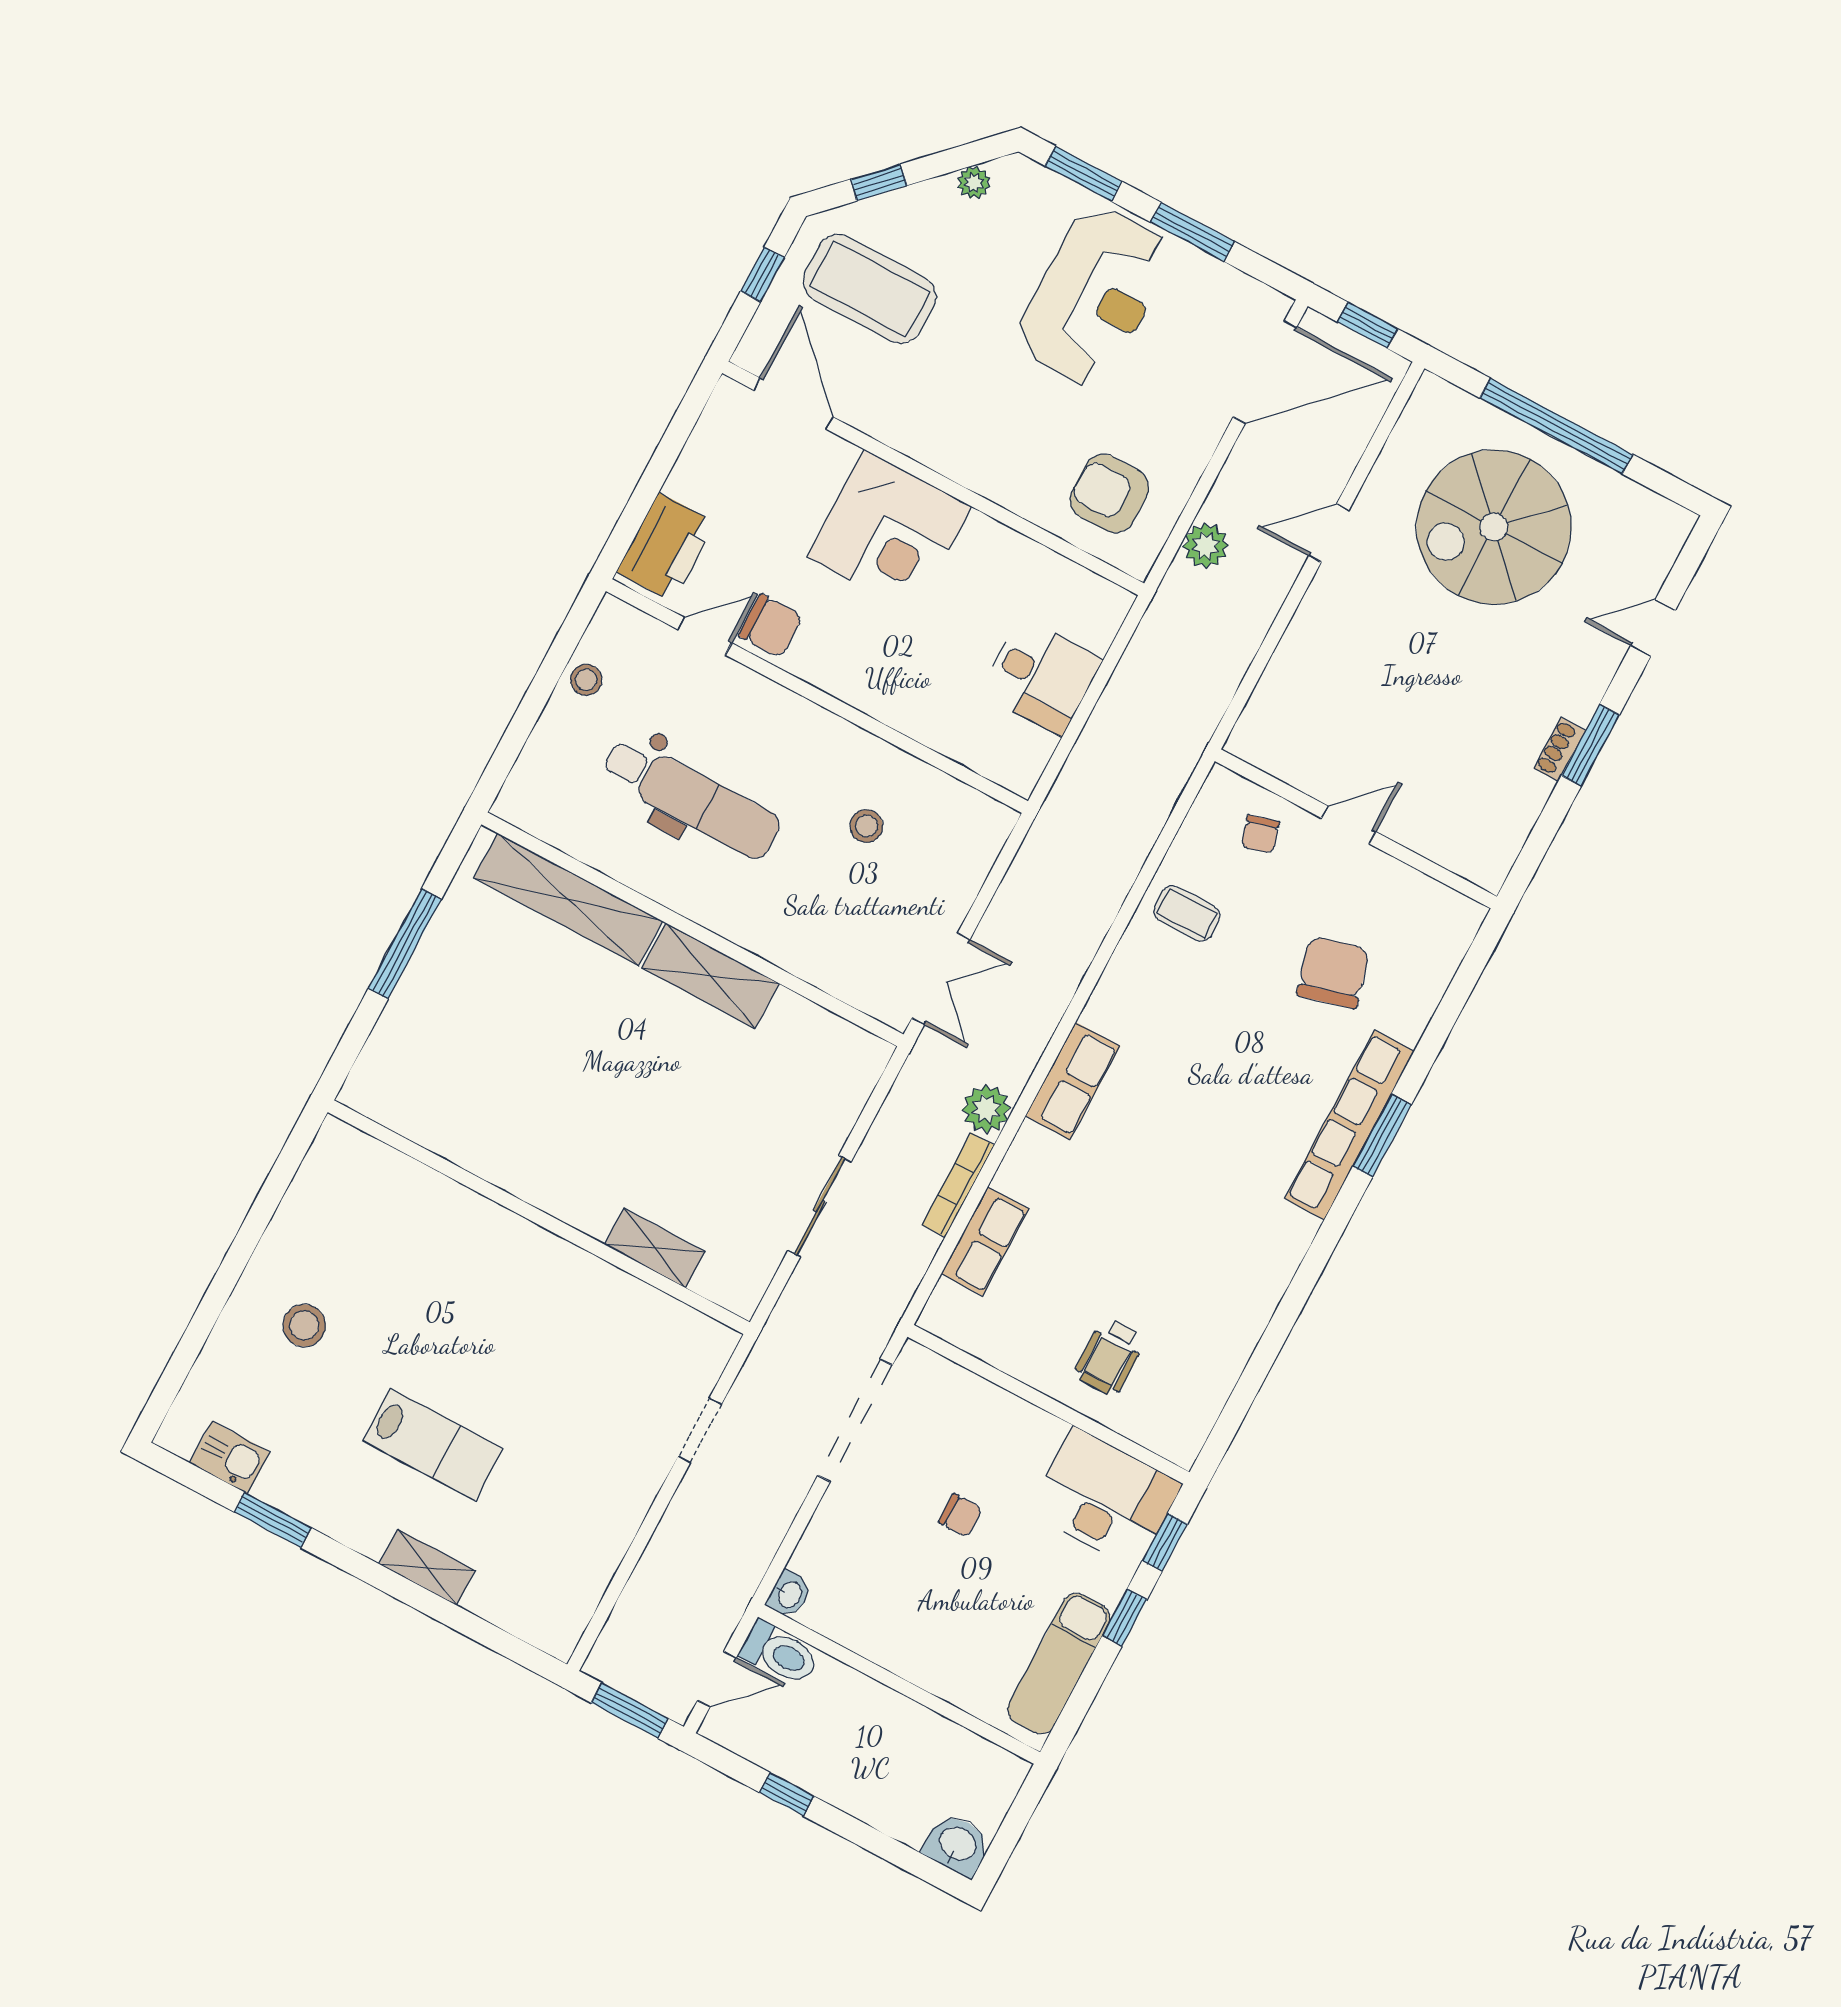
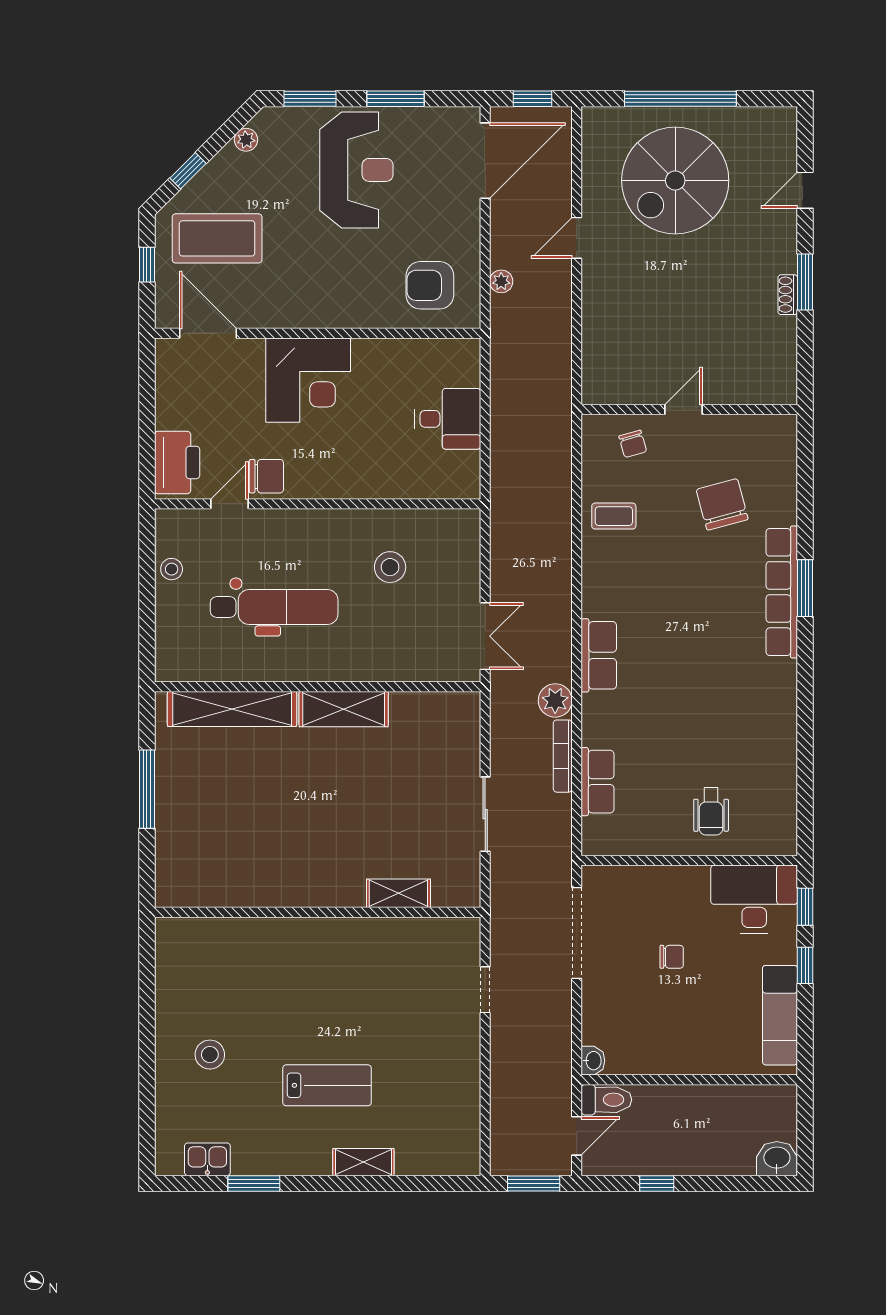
plant: (1206, 546) -> (501, 281), width x0.73, depth x0.73
stool: (866, 826) -> (390, 567), width x1.37, depth x1.37

